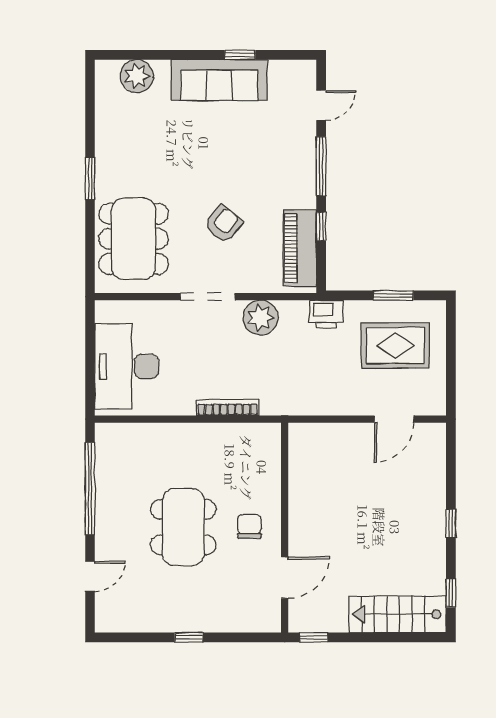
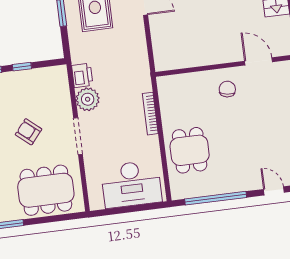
piano: (300, 248) -> (38, 79), removed
printer: (326, 314) -> (82, 75), moved
chair: (249, 526) -> (227, 89), turned 99
dining table: (183, 527) -> (190, 150), moved, width x0.73

